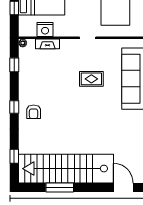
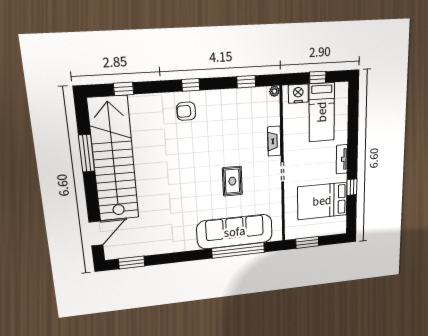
nightstand: (45, 30) -> (298, 94), moved, turned 90
fireplace: (47, 44) -> (274, 141), moved

